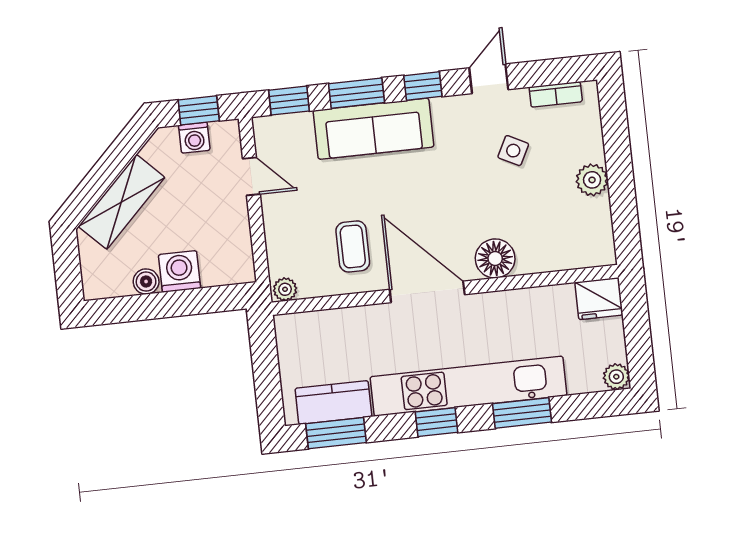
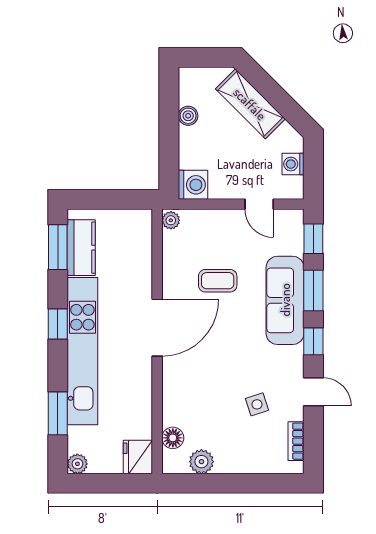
window: (199, 110) -> (313, 170), removed
side table: (513, 151) -> (257, 404), turned 45
door: (251, 176) -> (259, 204), hinge flipped
plant: (592, 180) -> (201, 462), moved
coffee table: (353, 246) -> (218, 281), moved
floor lamp: (495, 258) -> (173, 438), moved, width x0.73, depth x0.73
washing machine: (180, 271) -> (193, 185), moved
window: (522, 413) -> (58, 413), moved

